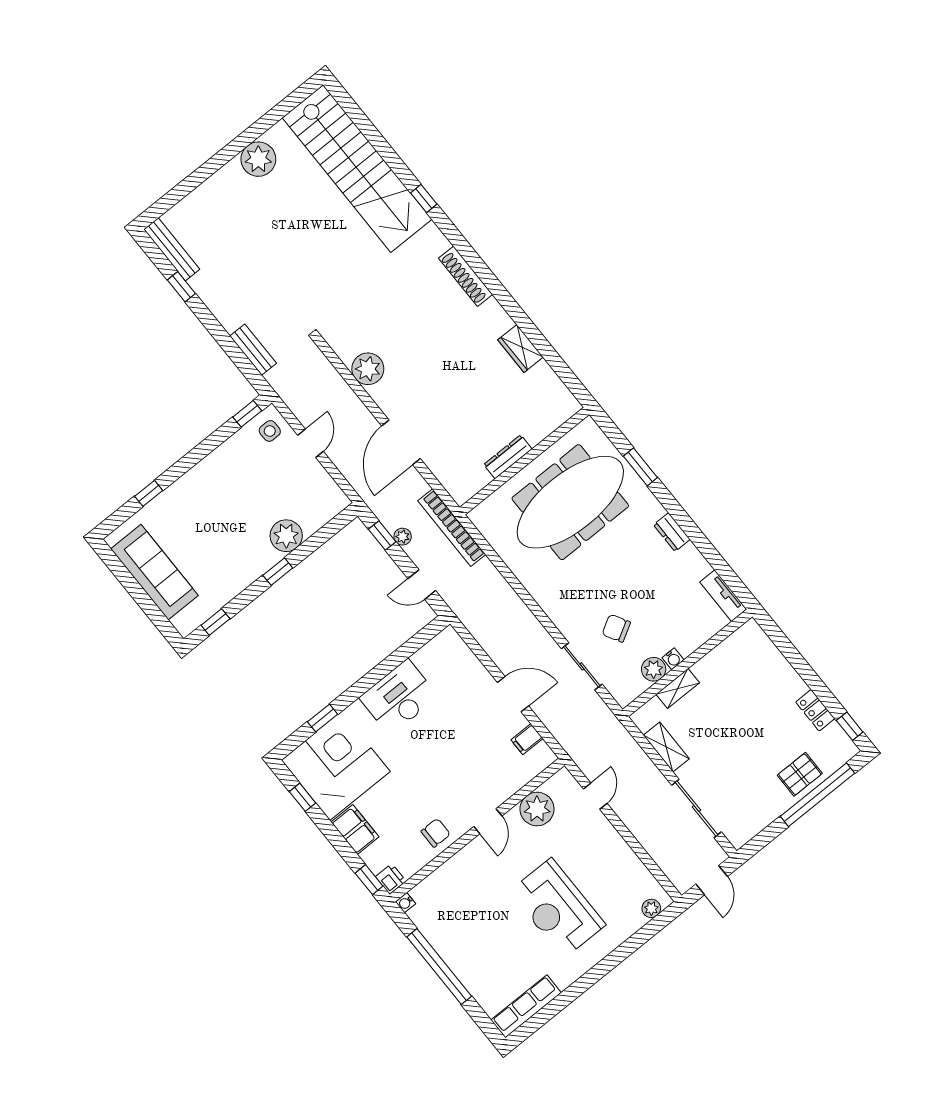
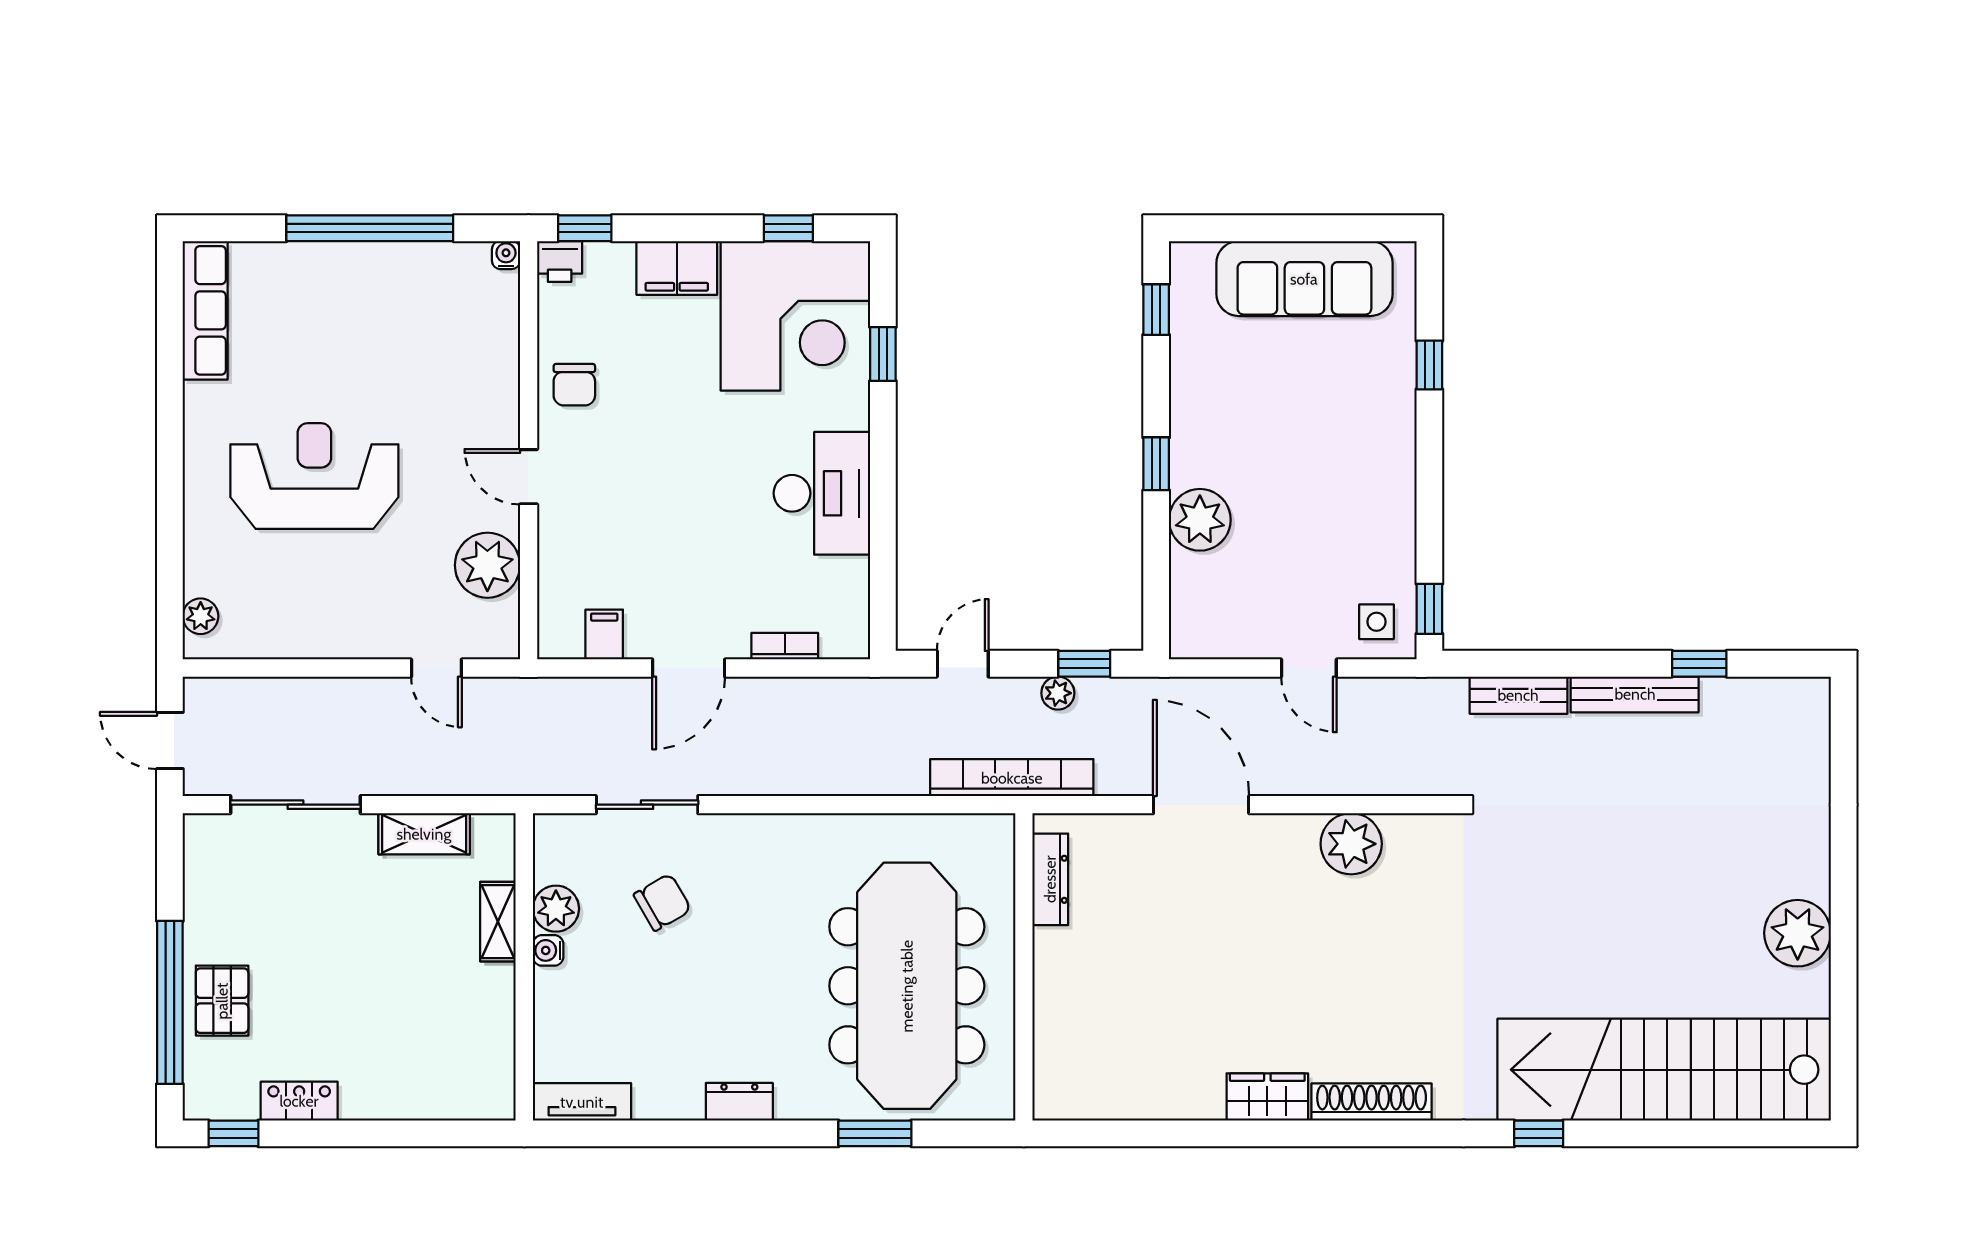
bench: (172, 249) -> (1635, 694), moved
wardrobe: (521, 348) -> (1267, 1097), moved
dresser: (508, 457) -> (1050, 879), moved
bookcase: (473, 662) -> (785, 646), added

